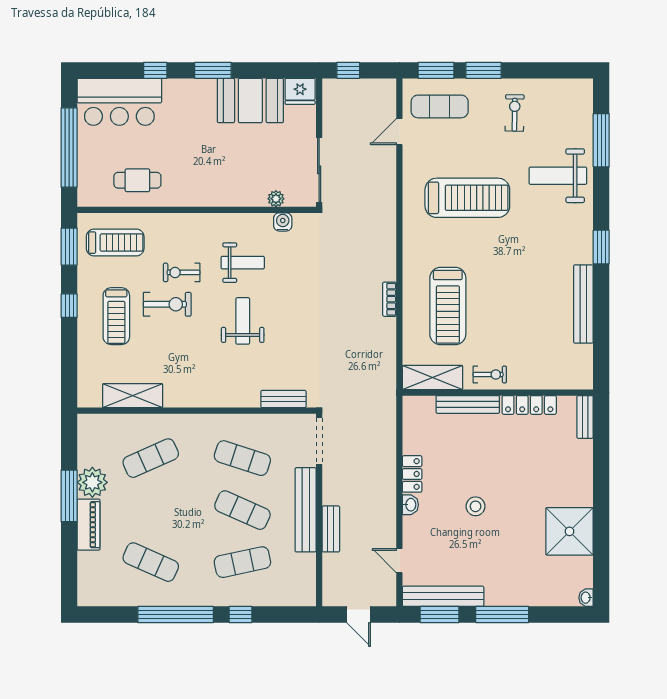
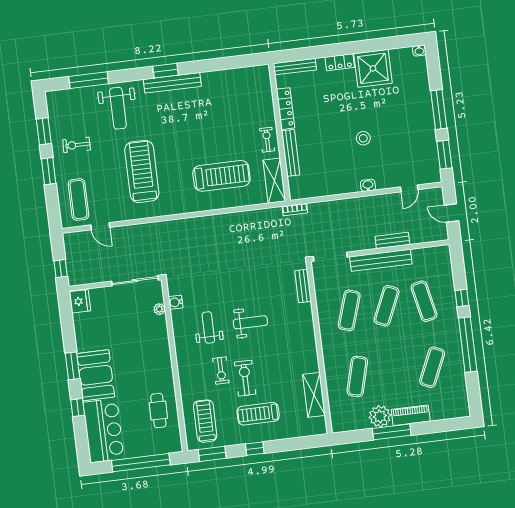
window: (436, 70) -> (44, 131), moved
booth: (250, 101) -> (96, 375), moved
bookcase: (390, 299) -> (295, 210), moved
bench: (583, 304) -> (172, 83), moved
treadmill: (116, 316) -> (258, 414), turned 180
weight bench: (243, 321) -> (250, 322), turned 180
bench: (585, 417) -> (295, 67), width x1.36
exercise mat: (151, 458) -> (357, 376), turned 39
locker: (412, 474) -> (340, 62), moved, turned 180
bench: (443, 596) -> (431, 154), removed
door: (358, 614) -> (451, 213), swing flipped

